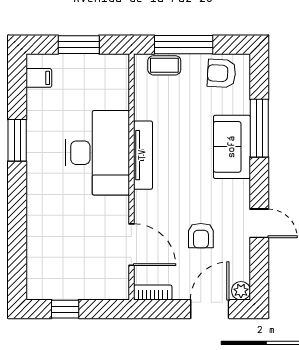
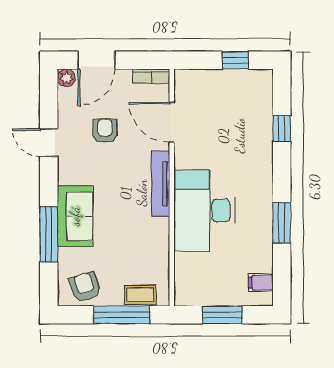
armchair: (221, 73) -> (85, 287), turned -111
tv unit: (143, 155) -> (161, 184), moved
window: (17, 238) -> (282, 129), added

